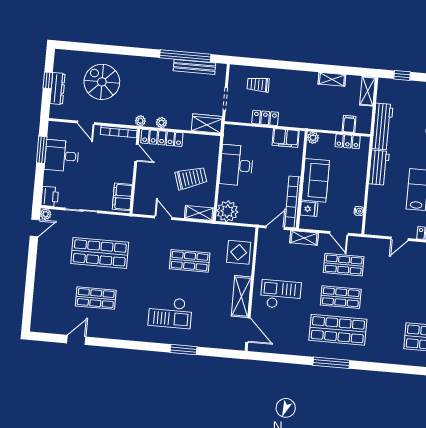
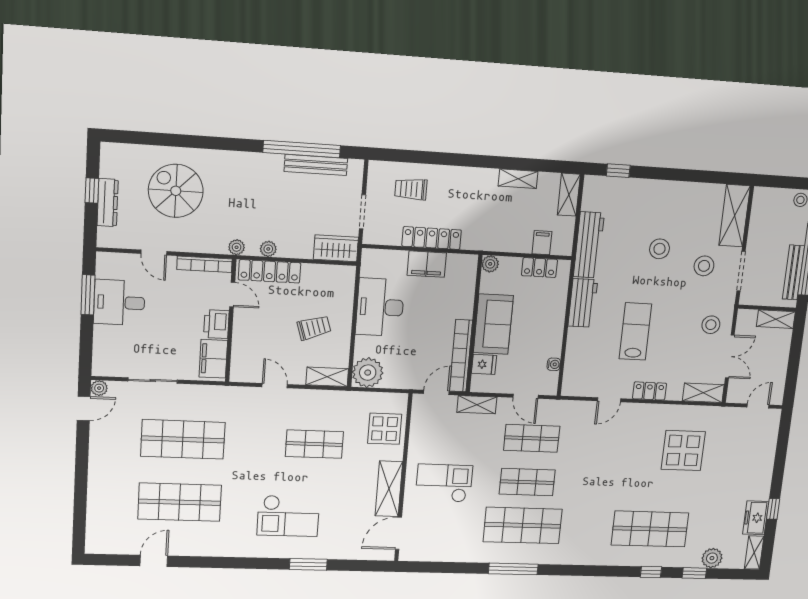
locker: (265, 118) -> (432, 238), width x1.53
filing cabinet: (286, 138) -> (427, 264), moved
trolley: (191, 178) -> (314, 328), width x0.73, depth x0.72
printer: (50, 196) -> (216, 324), moved, turned 180
shop shelf: (96, 298) -> (180, 502), width x1.43, depth x1.36
door: (248, 330) -> (399, 533), swing flipped

